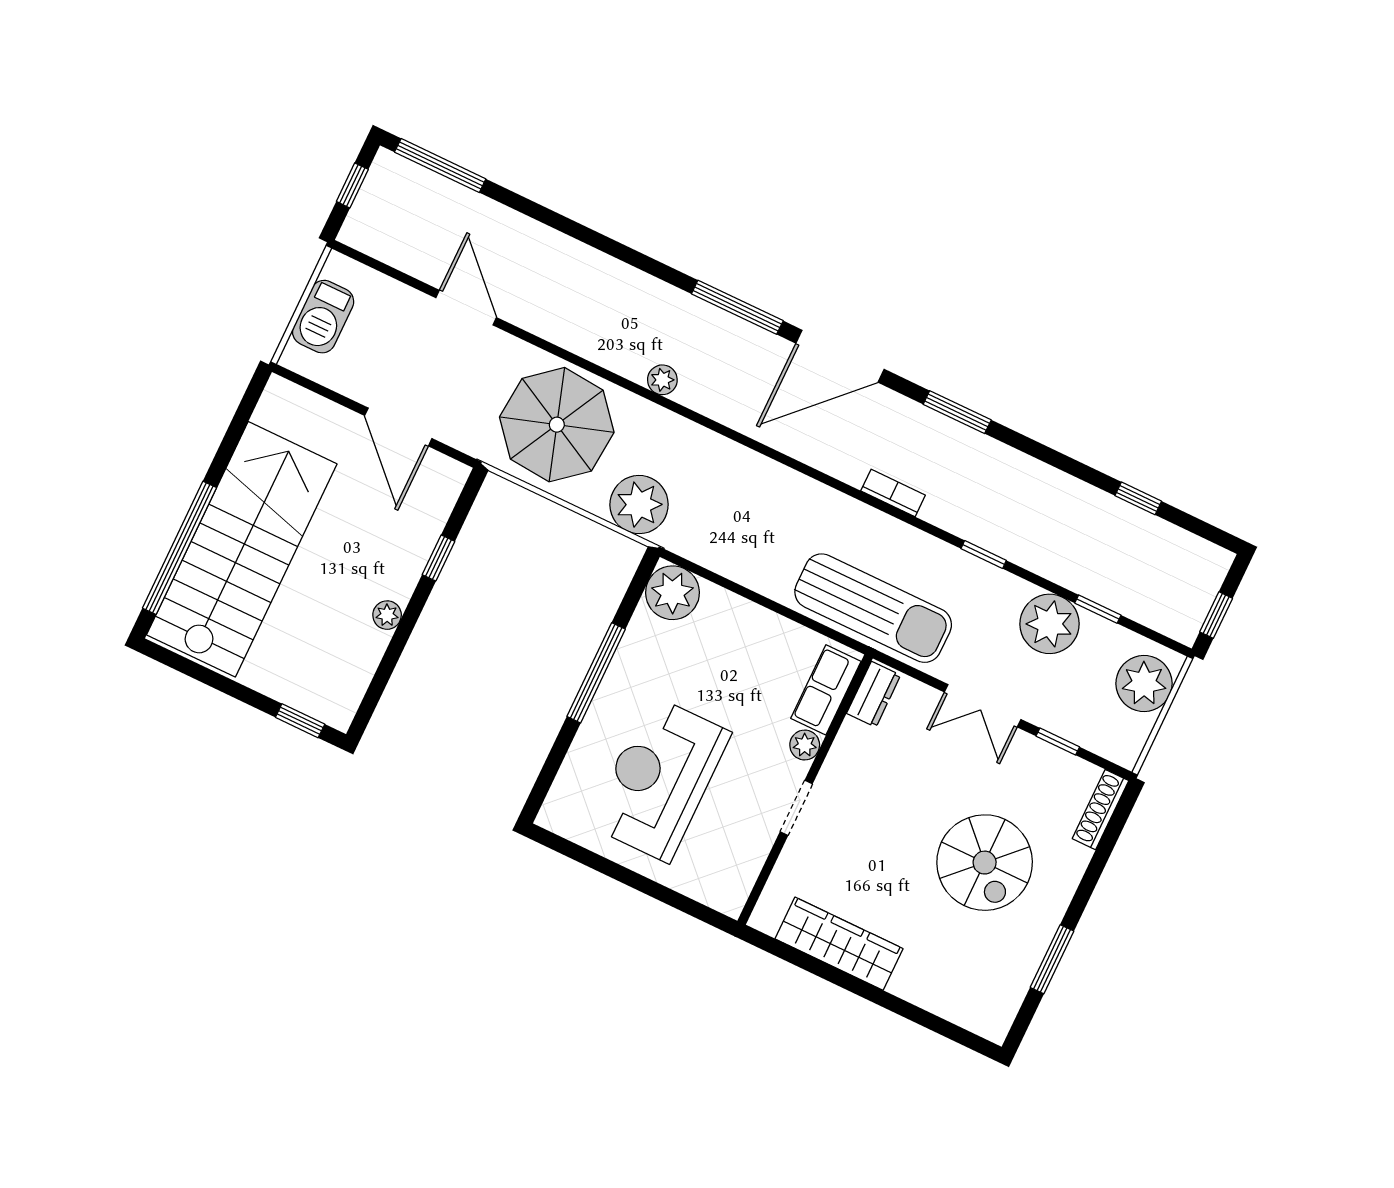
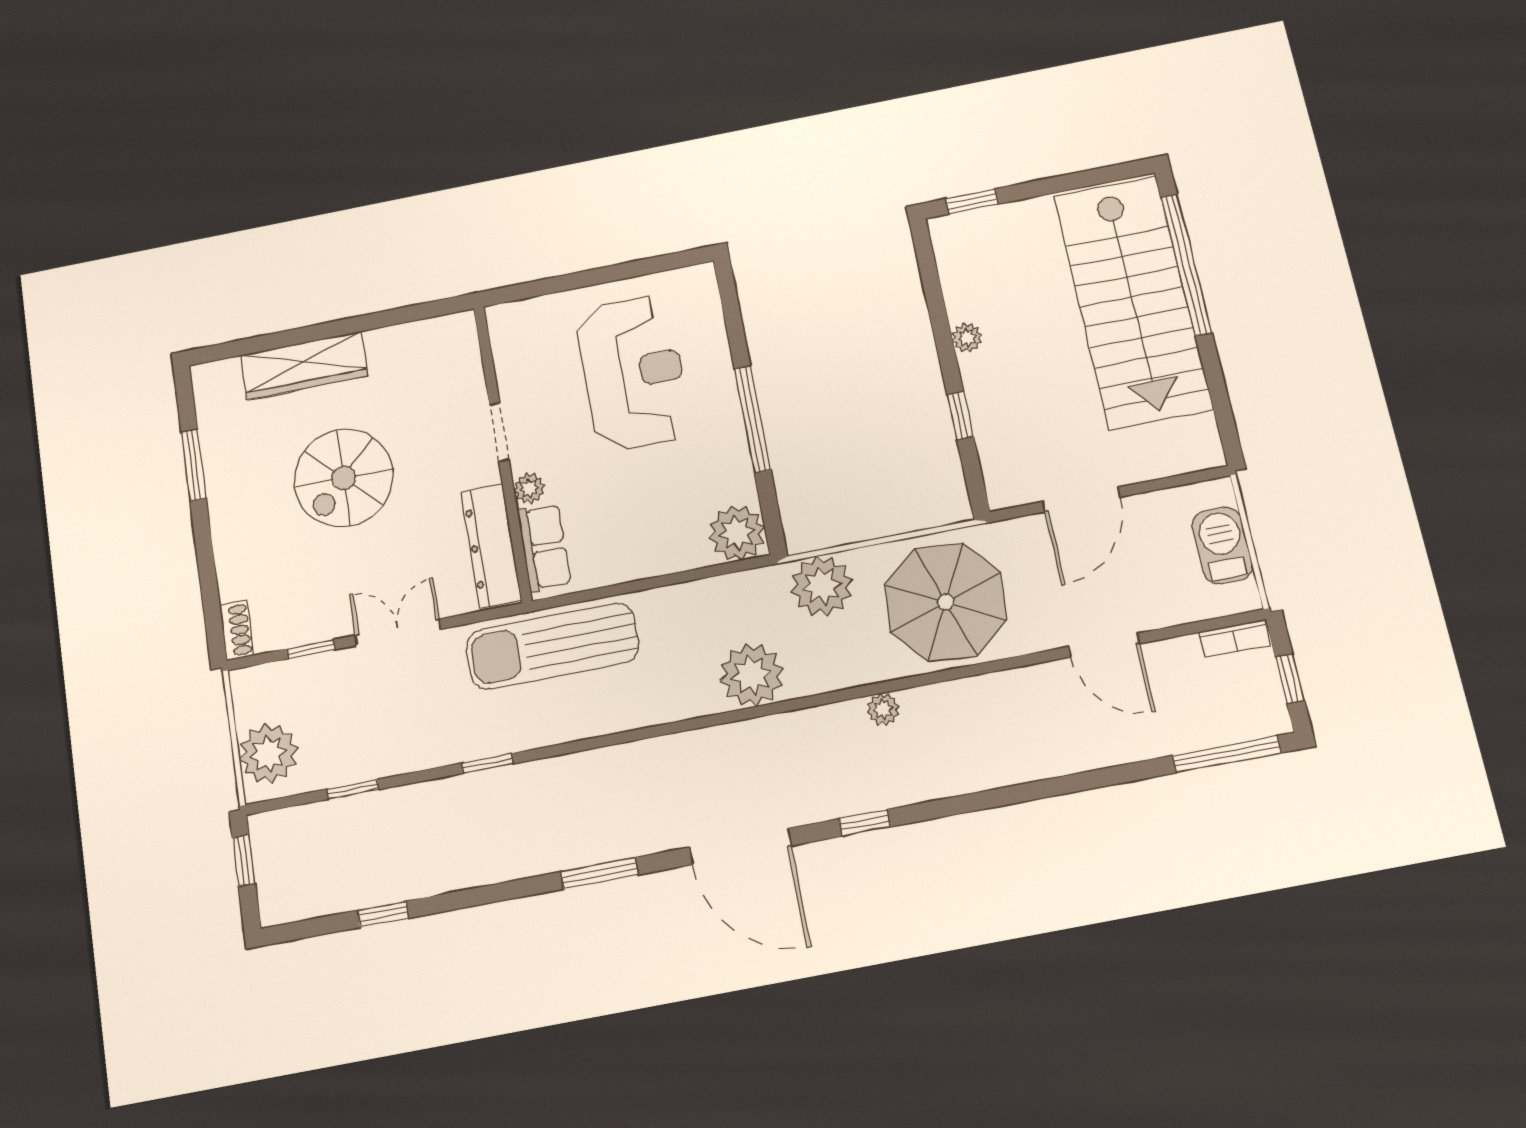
window: (737, 307) -> (865, 823), width x0.46
door: (840, 356) -> (740, 846), swing flipped
door: (398, 427) -> (1082, 499), swing flipped
bookcase: (893, 493) -> (1235, 639), moved
plant: (1050, 624) -> (751, 675), moved
dresser: (874, 694) -> (491, 546), width x1.96, depth x1.24
shoe rack: (1100, 810) -> (236, 630), width x0.70
spiral stairs: (985, 863) -> (344, 478), moved, turned -90
wardrobe: (839, 944) -> (304, 365), moved

